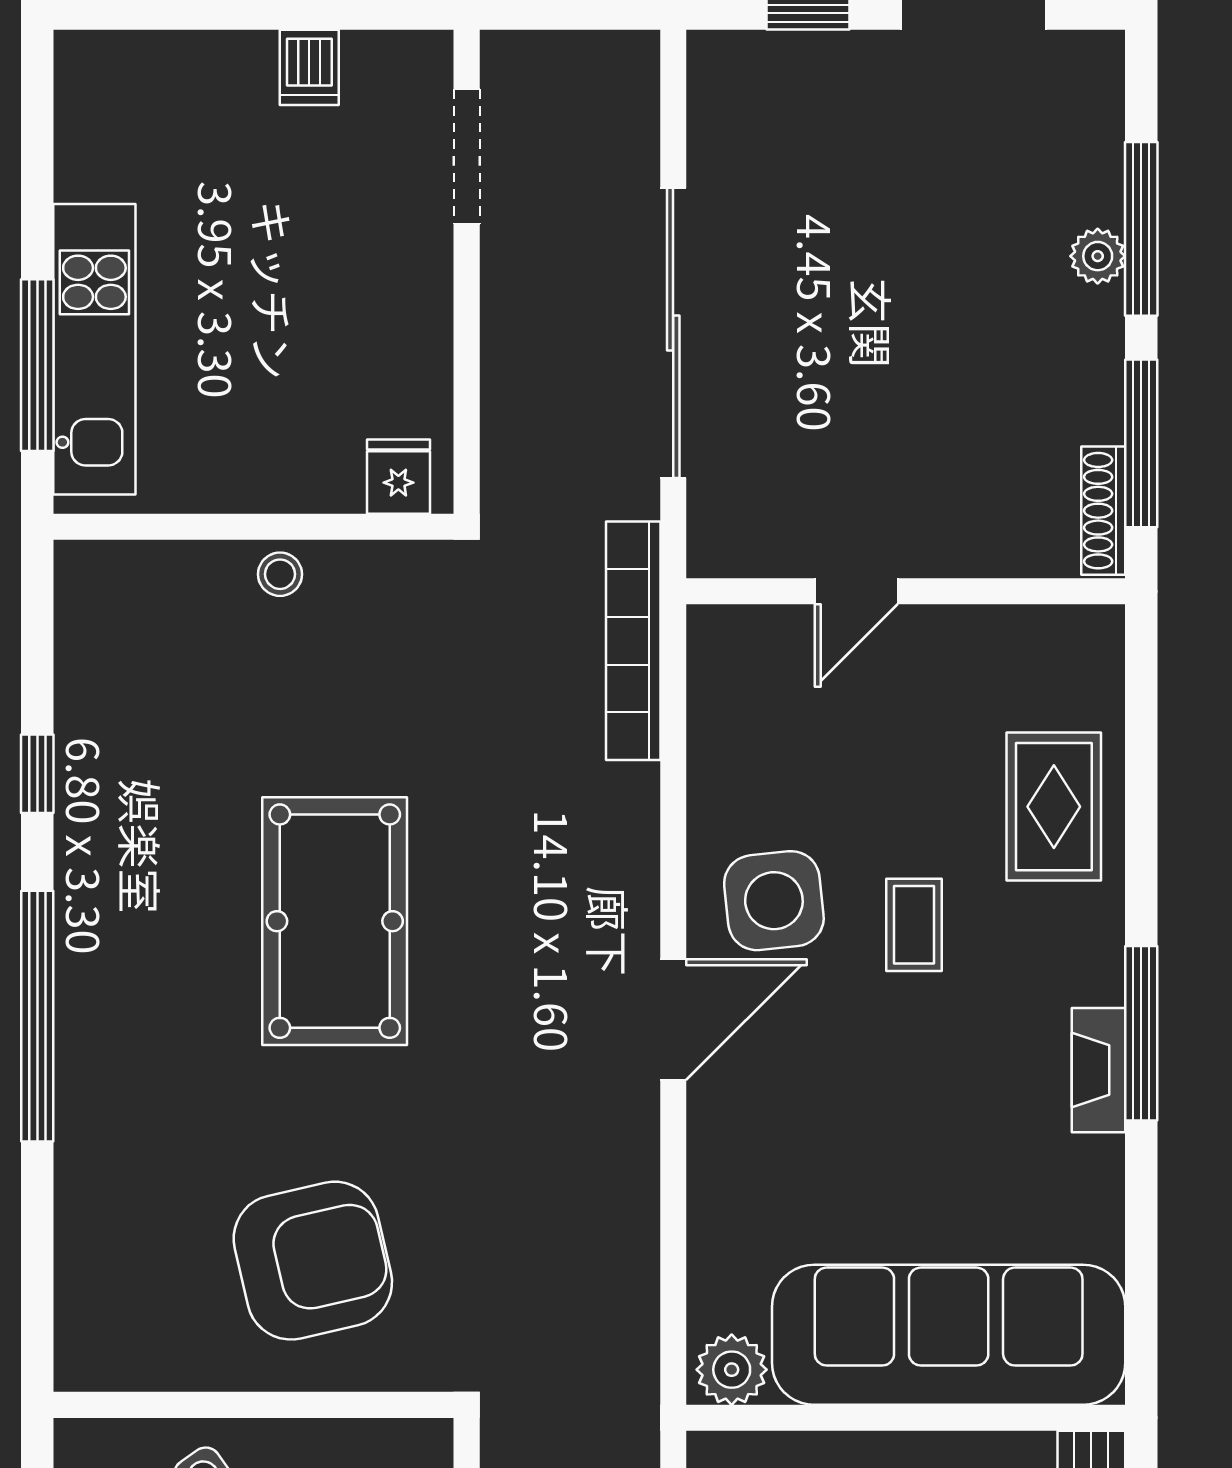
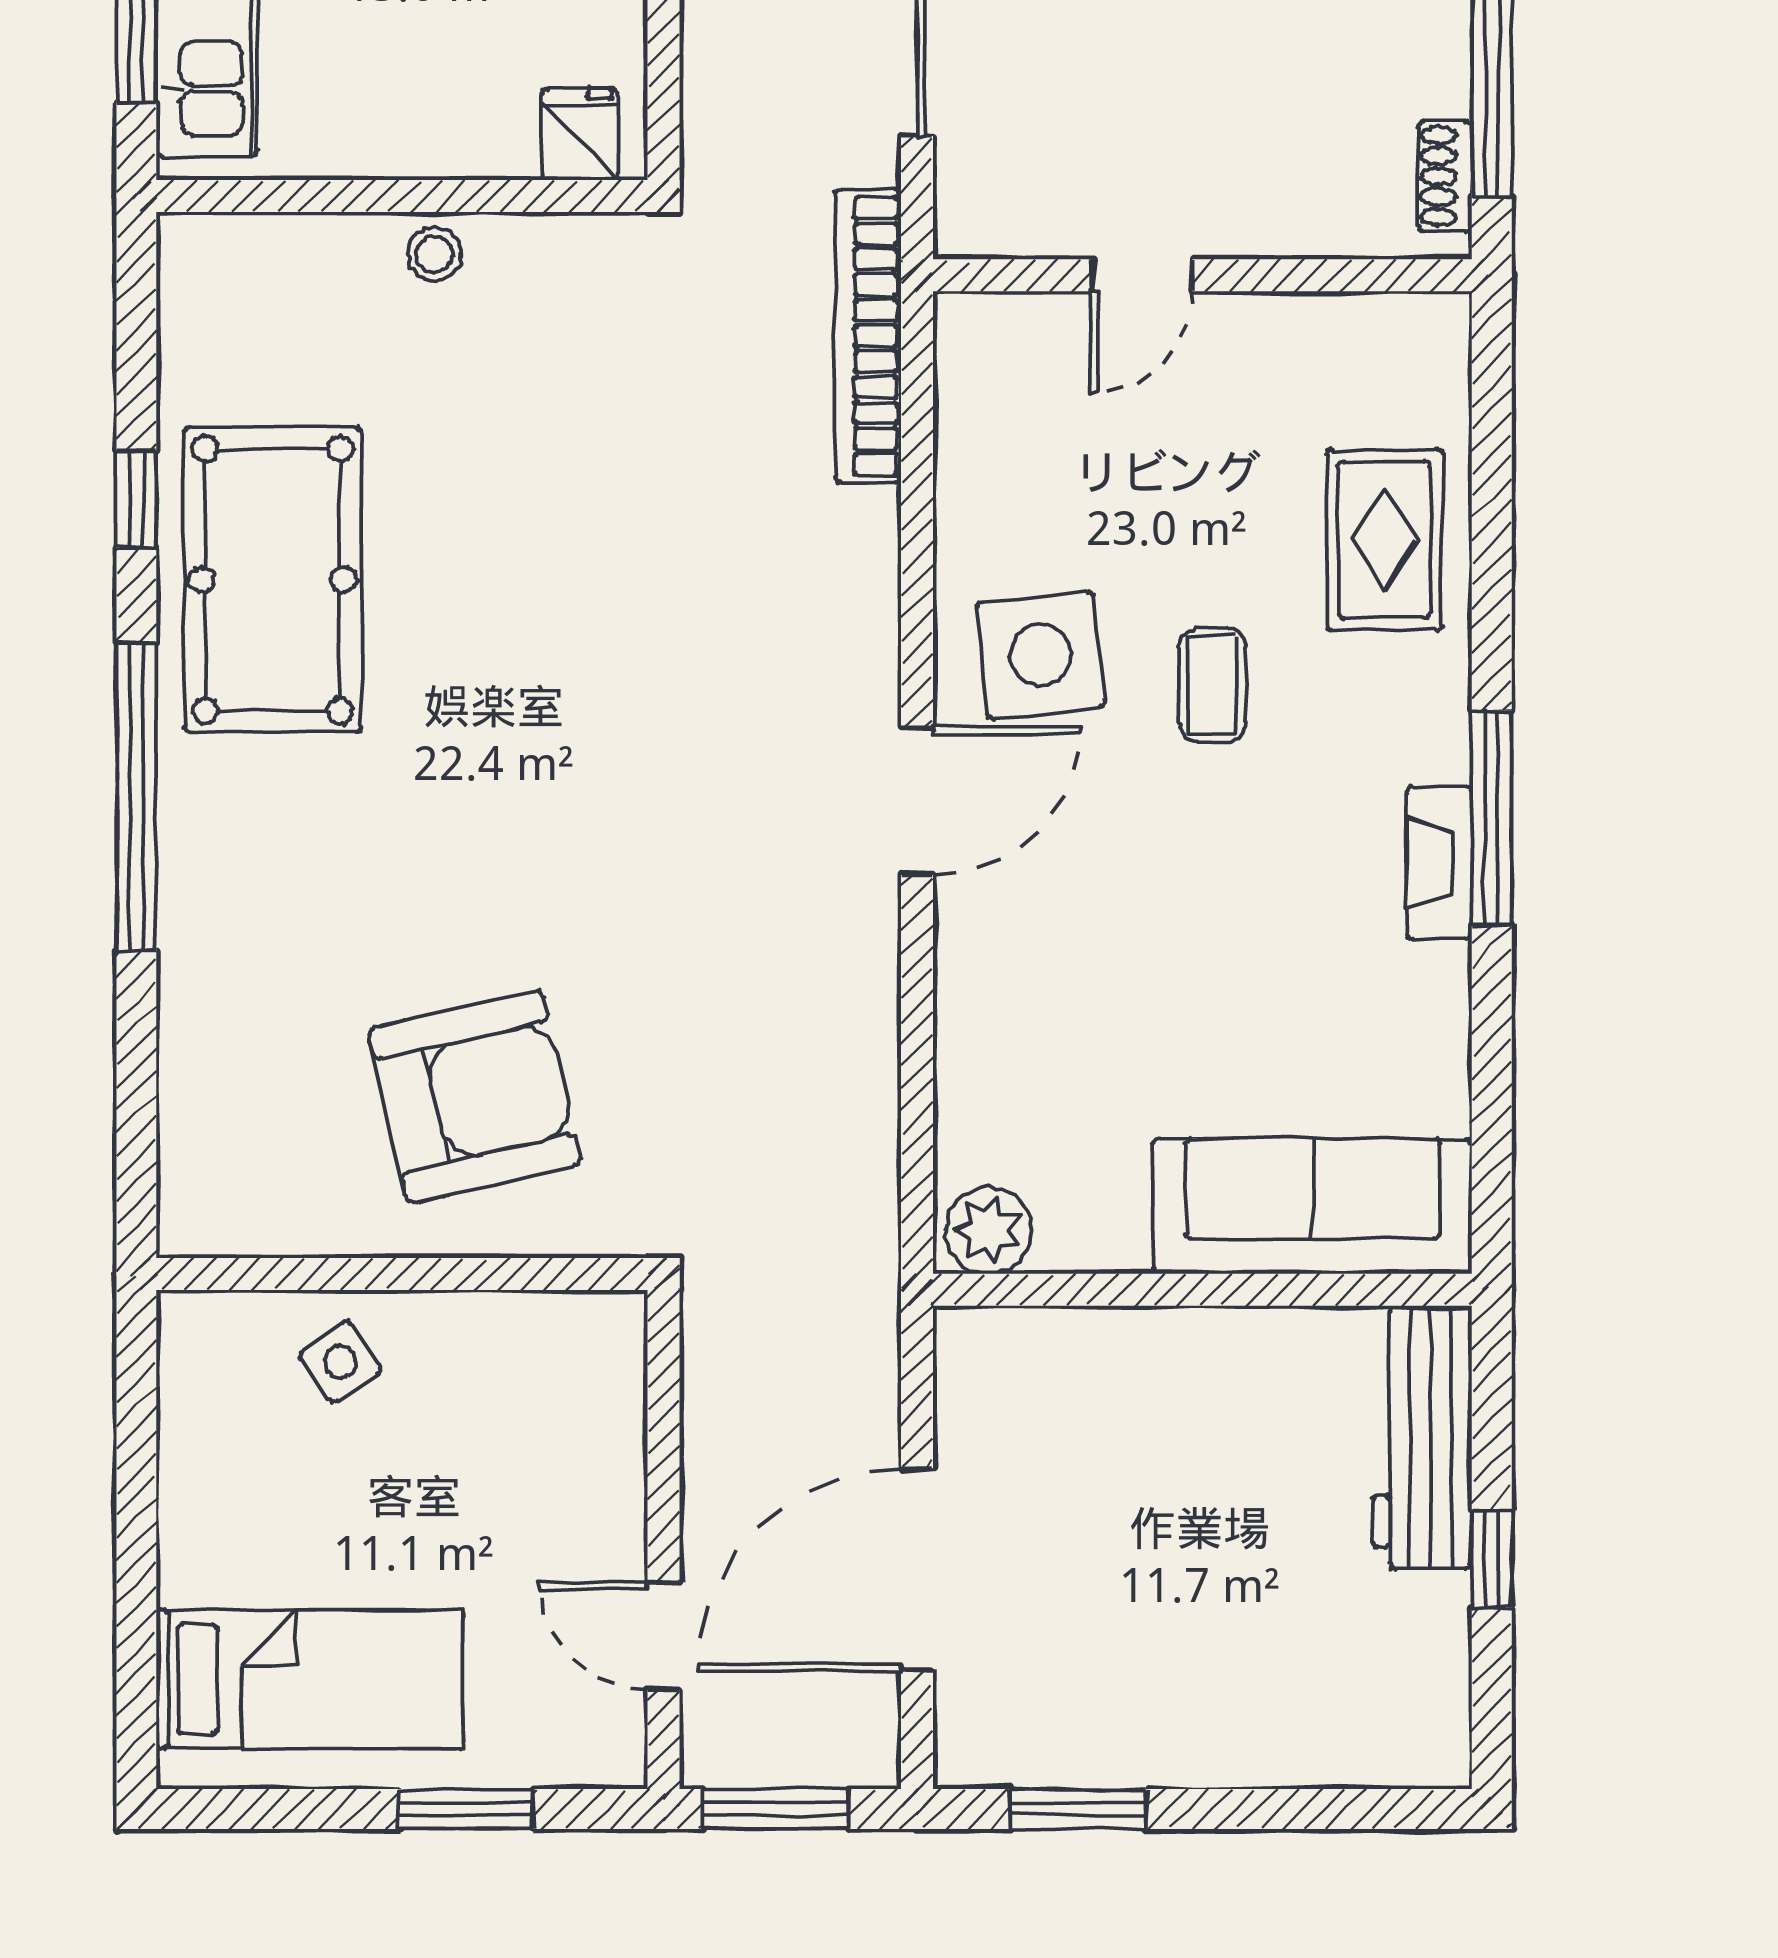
shoe rack: (1103, 511) -> (1445, 176), width x0.70
pool table: (335, 921) -> (273, 580), moved
sofa: (949, 1335) -> (1313, 1206), width x0.74, depth x0.79

